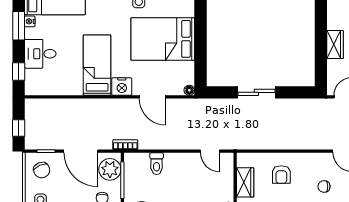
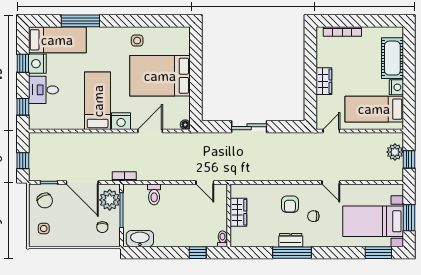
nightstand: (30, 21) -> (37, 64), width x1.89, depth x1.79
window: (19, 26) -> (23, 63), width x0.67
door: (152, 97) -> (150, 131), swing flipped
armchair: (281, 175) -> (290, 204), moved

